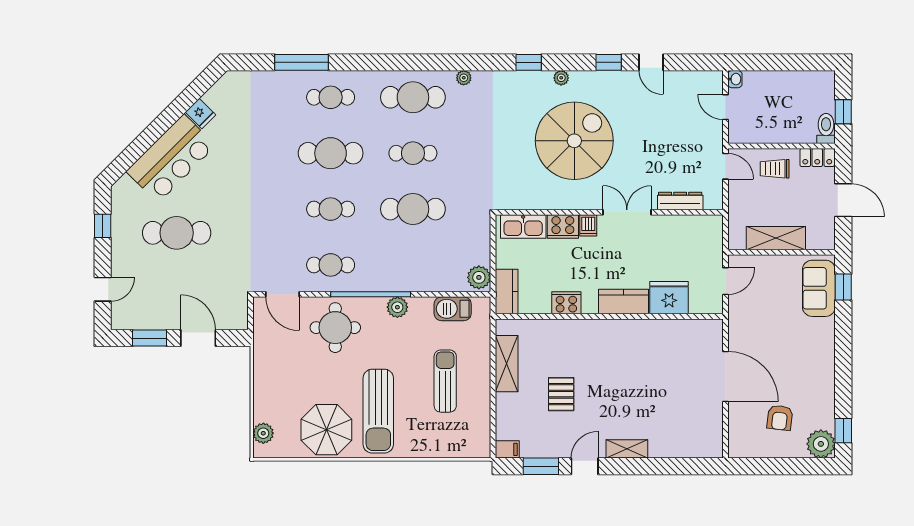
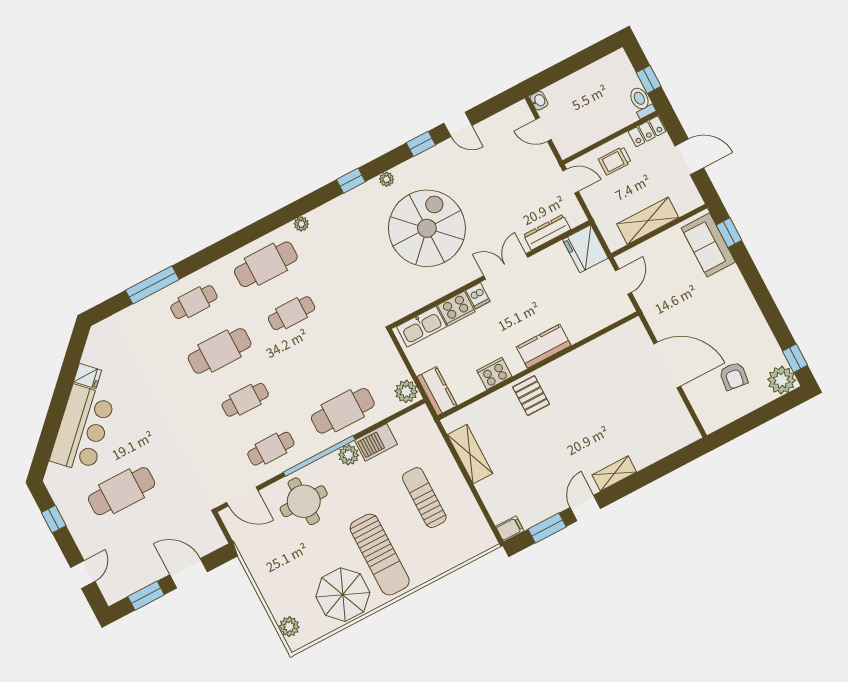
cafe table: (413, 209) -> (343, 411), moved
fridge: (669, 298) -> (585, 249), moved, turned -90
barbecue: (453, 309) -> (376, 442), moved
pallet: (561, 394) -> (531, 396), moved

